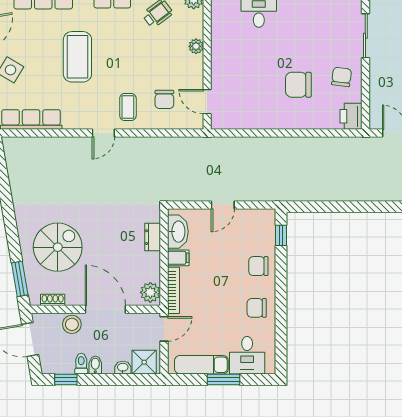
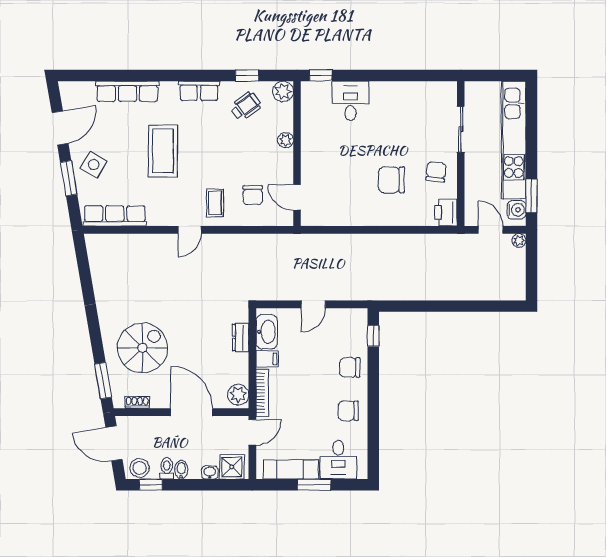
stool: (72, 324) -> (139, 468), moved

